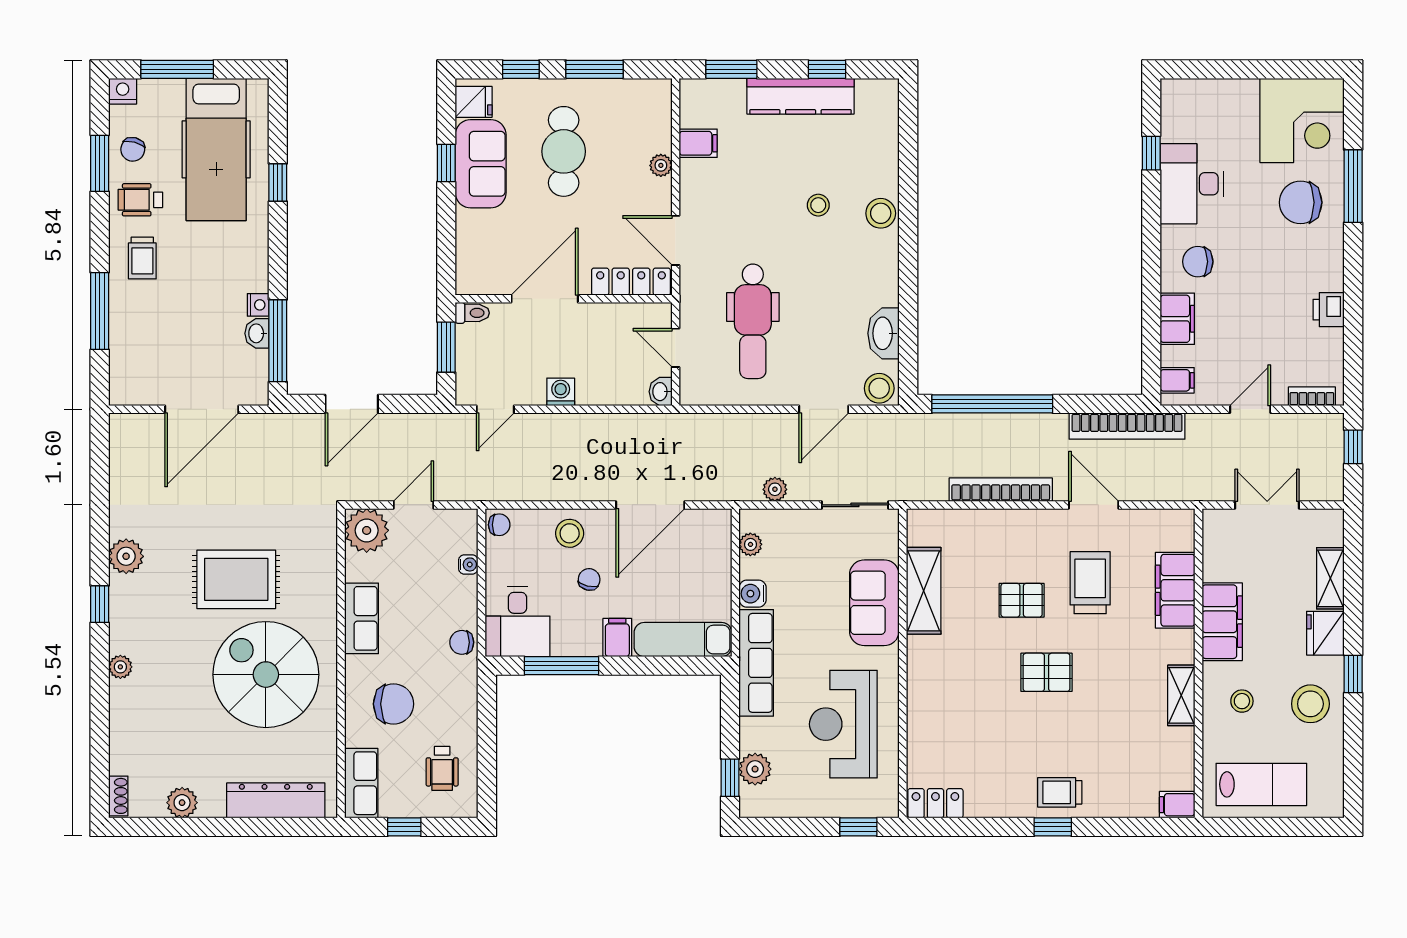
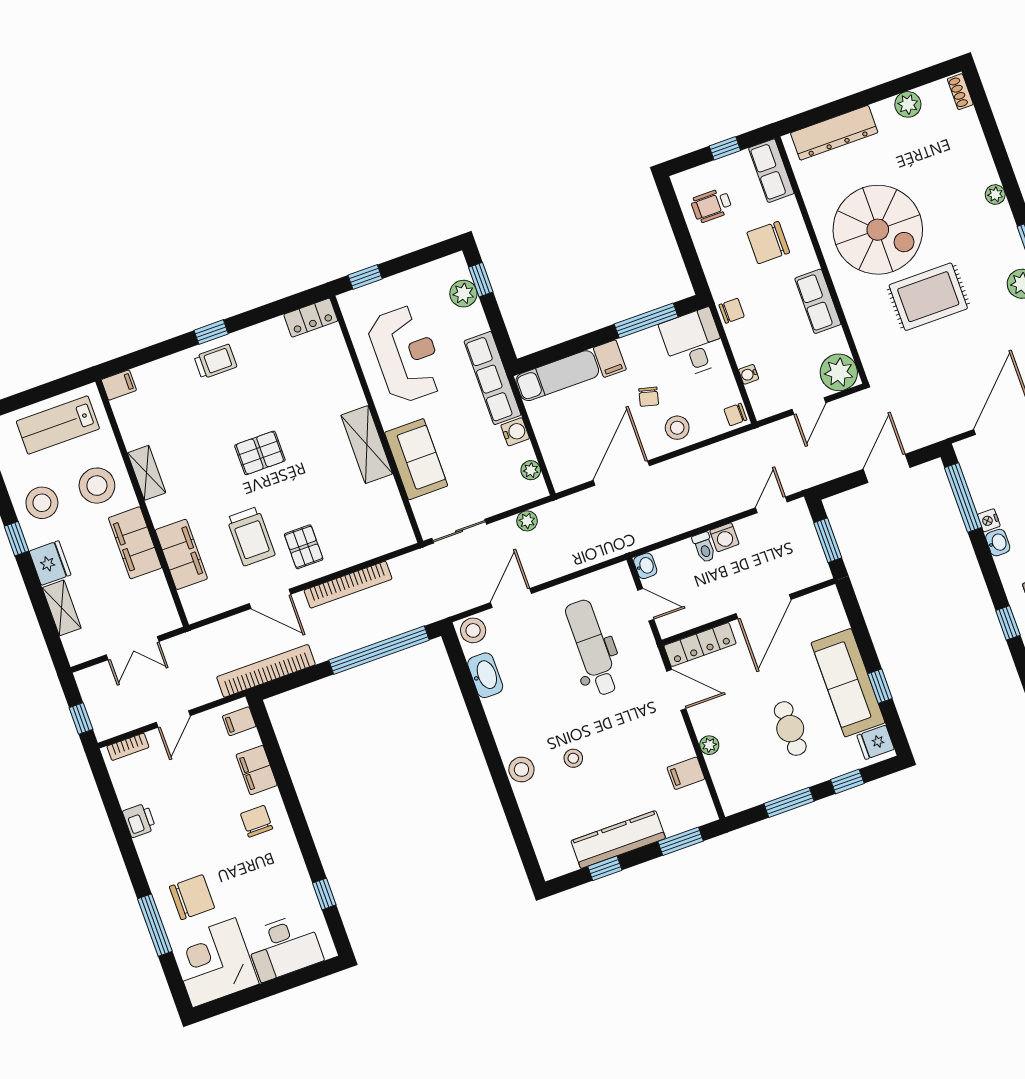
cafe table: (564, 151) -> (790, 729), width x0.73, depth x0.74
sofa: (481, 164) -> (848, 683), width x1.36
desk: (1192, 184) -> (284, 947), moved, turned 90
chair: (1198, 262) -> (257, 821), turned -90
toilet: (472, 313) -> (704, 547), moved, turned -90
washbasin: (257, 333) -> (998, 543), moved
shelving: (924, 591) -> (367, 445), moved
pallet: (1022, 600) -> (304, 547), moved, turned 90
stool: (1242, 701) -> (97, 486), width x1.89, depth x1.89
wheelchair: (442, 768) -> (711, 205), turned -90

